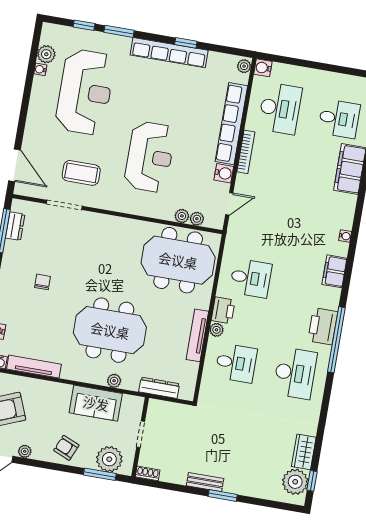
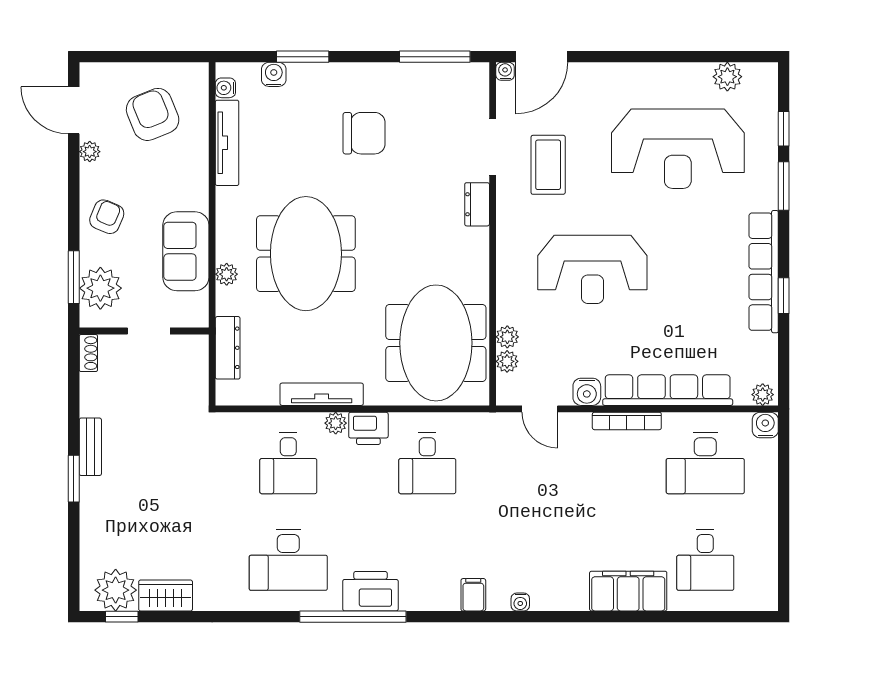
water cooler: (40, 69) -> (505, 71), moved
dresser: (15, 226) -> (477, 204), moved, turned 90
filing cabinet: (334, 271) -> (473, 595), width x0.50
chair: (43, 282) -> (364, 133), width x1.87, depth x1.87

